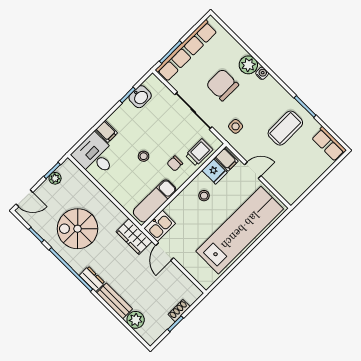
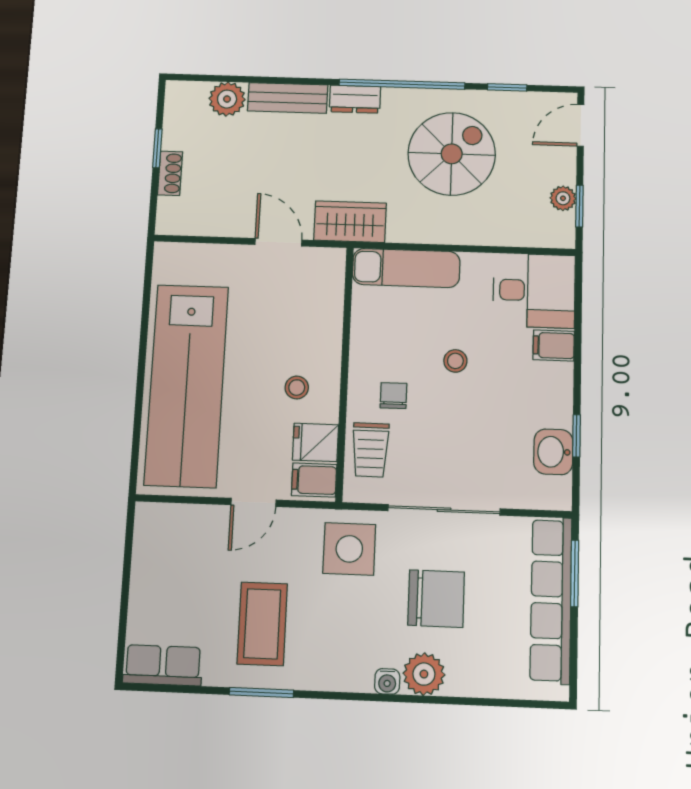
side table: (236, 126) -> (349, 549), width x1.87, depth x1.87
exam couch: (155, 201) -> (406, 268), moved, turned 90
kitchen sink: (160, 226) -> (324, 275), removed

